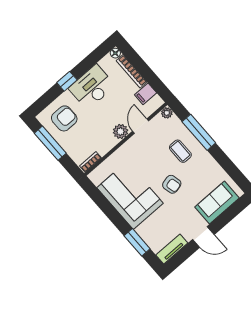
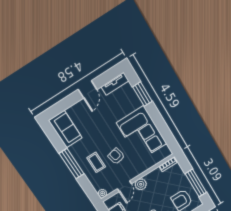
window: (199, 132) -> (72, 164), moved
armchair: (172, 184) -> (116, 156), moved
sofa: (217, 203) -> (65, 129), moved, turned -90
door: (203, 237) -> (87, 89), swing flipped

